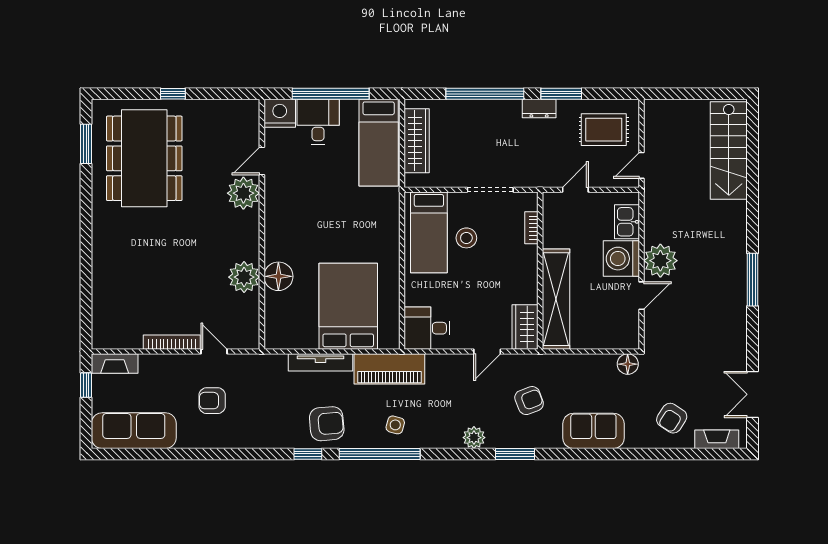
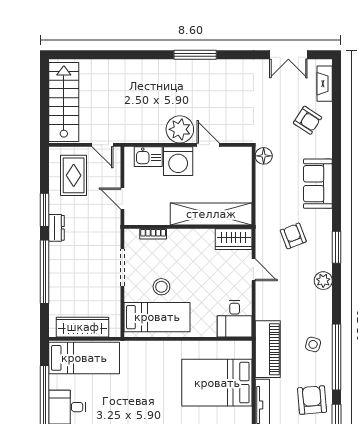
stairs: (729, 150) -> (64, 102), moved, turned -90

